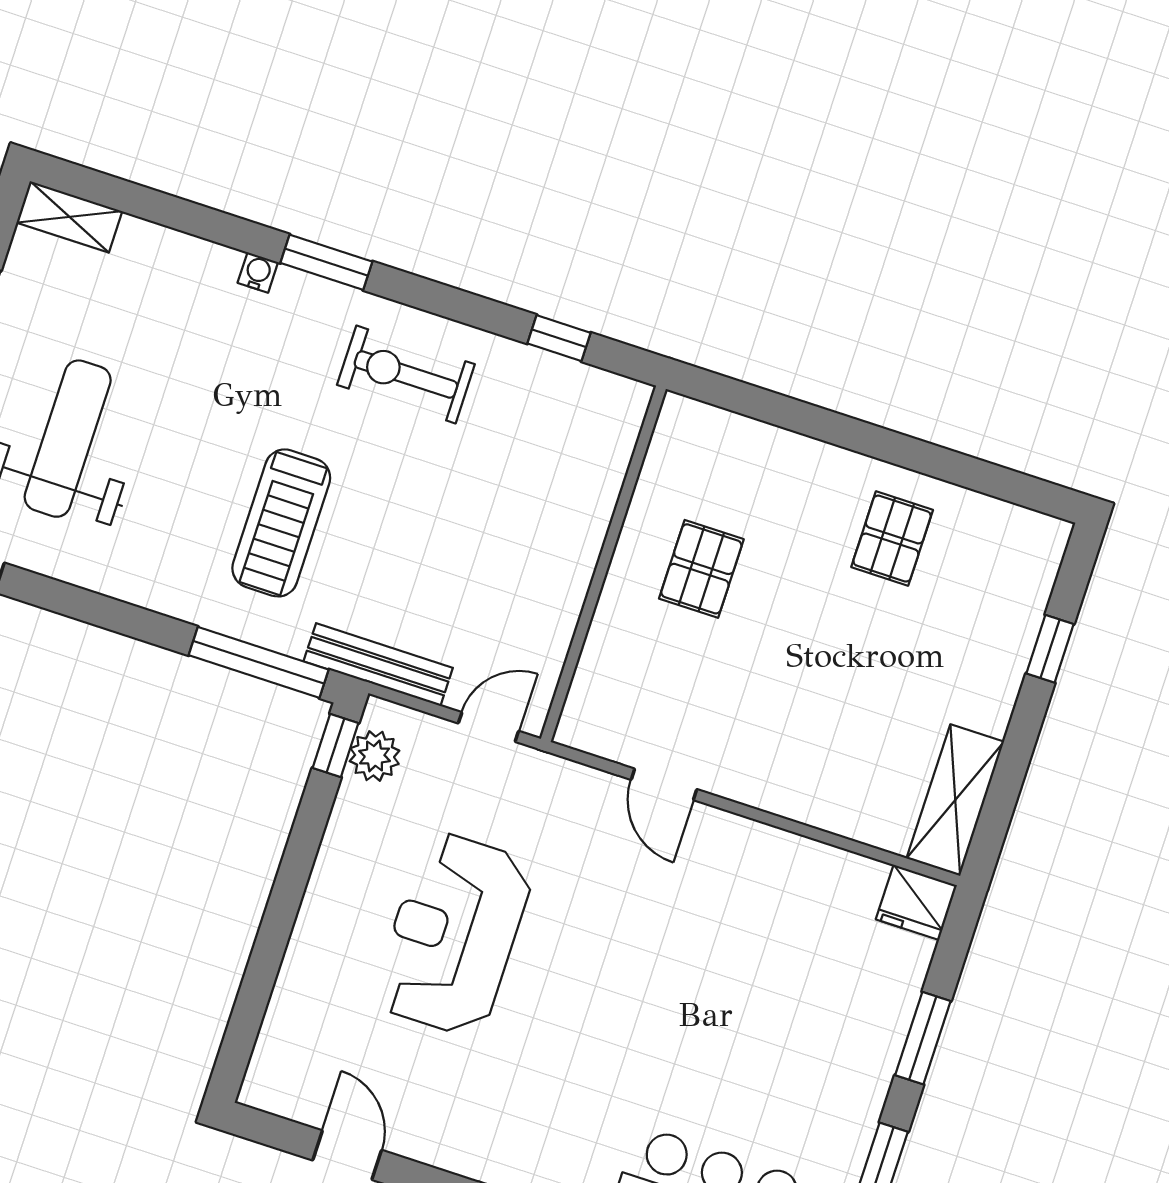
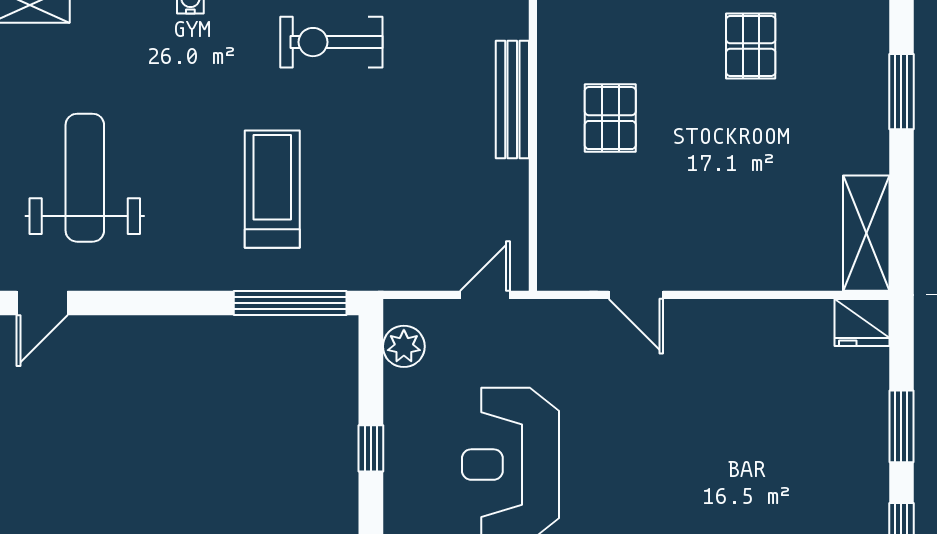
treadmill: (281, 523) -> (272, 189), turned 180
window: (1050, 649) -> (901, 92), width x1.50
bench: (378, 665) -> (512, 99), moved, turned 90
window: (336, 745) -> (371, 448), moved

